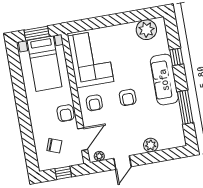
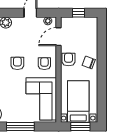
window: (110, 20) -> (20, 126), added
chair: (54, 146) -> (89, 62), moved

